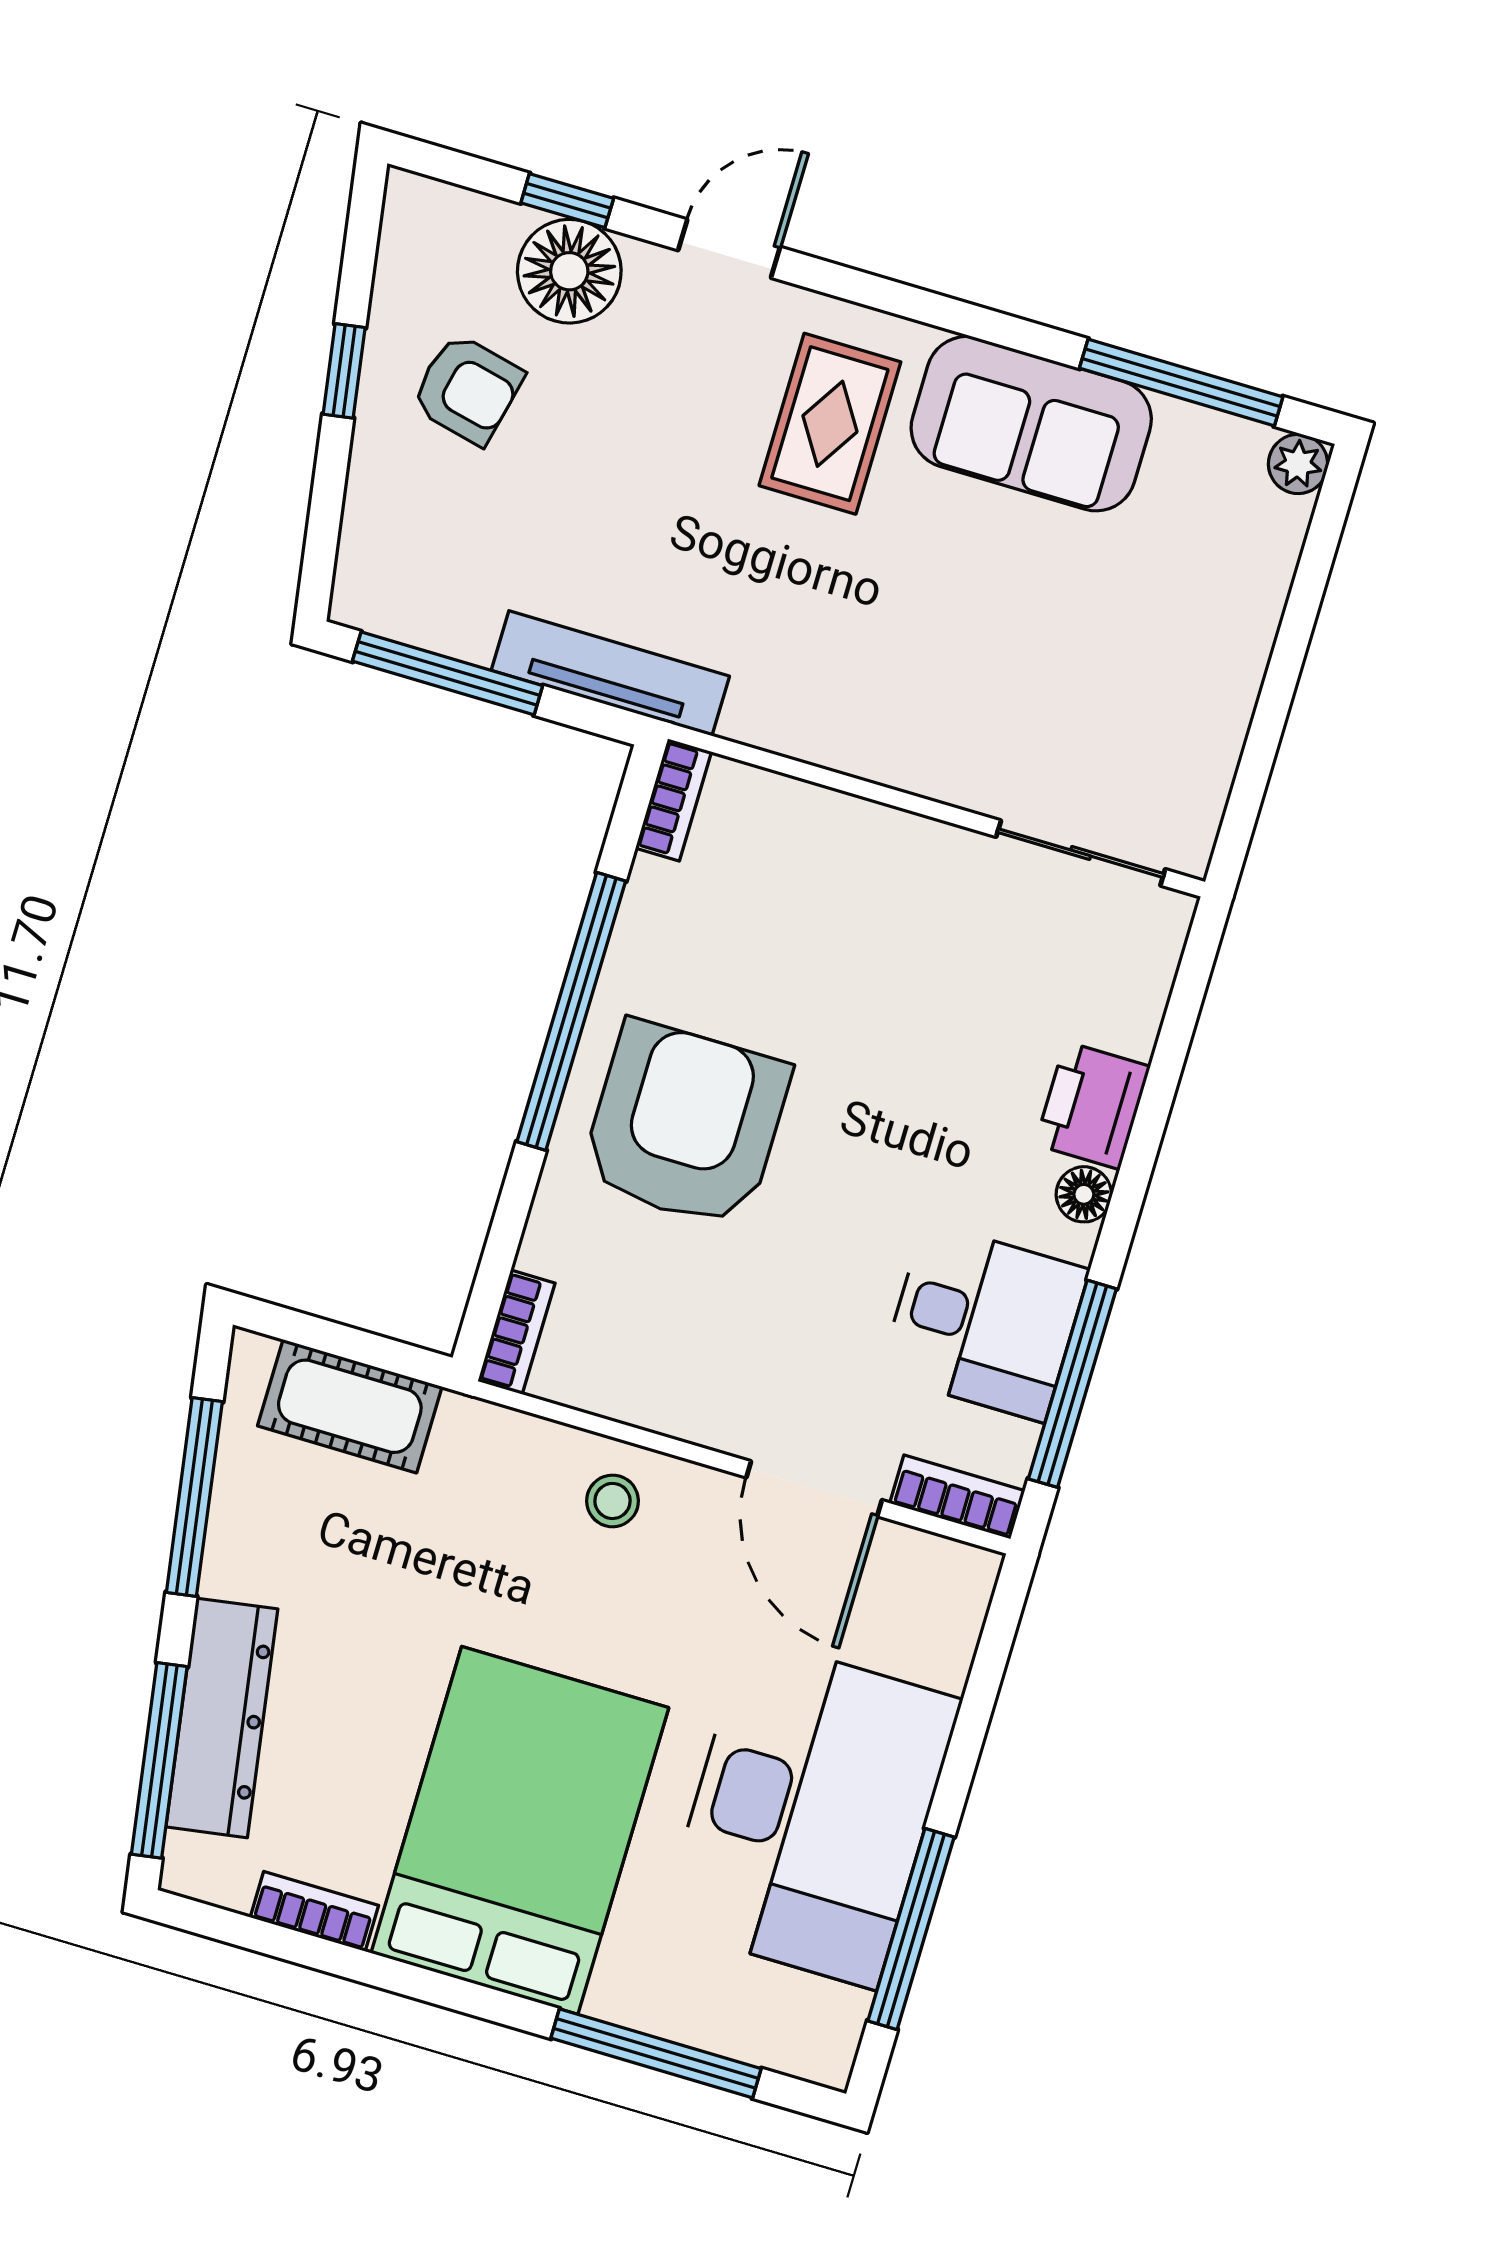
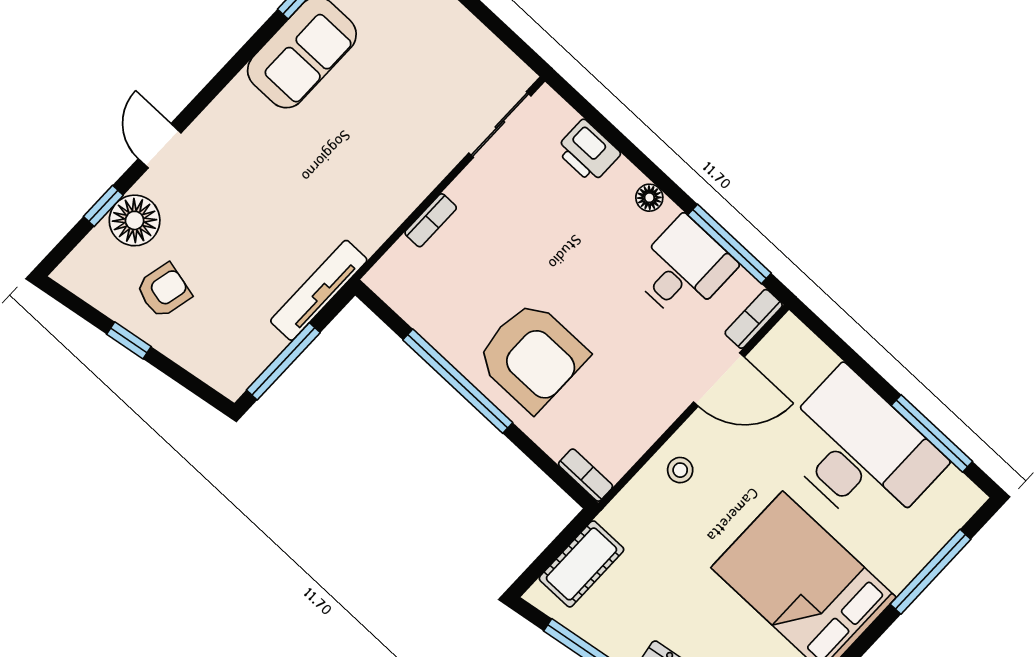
rug: (830, 424) -> (258, 140), removed
bookcase: (674, 800) -> (431, 220), moved, turned 90
printer: (1093, 1106) -> (588, 151), moved
armchair: (685, 1124) -> (532, 356), turned 180

